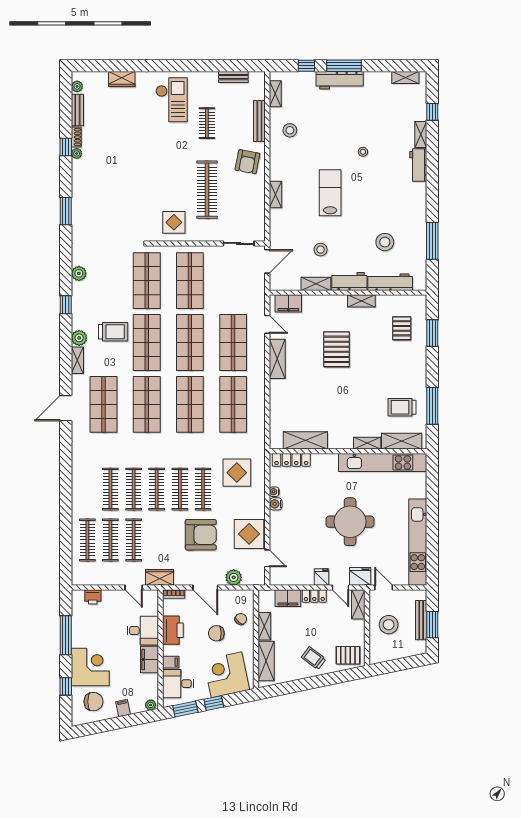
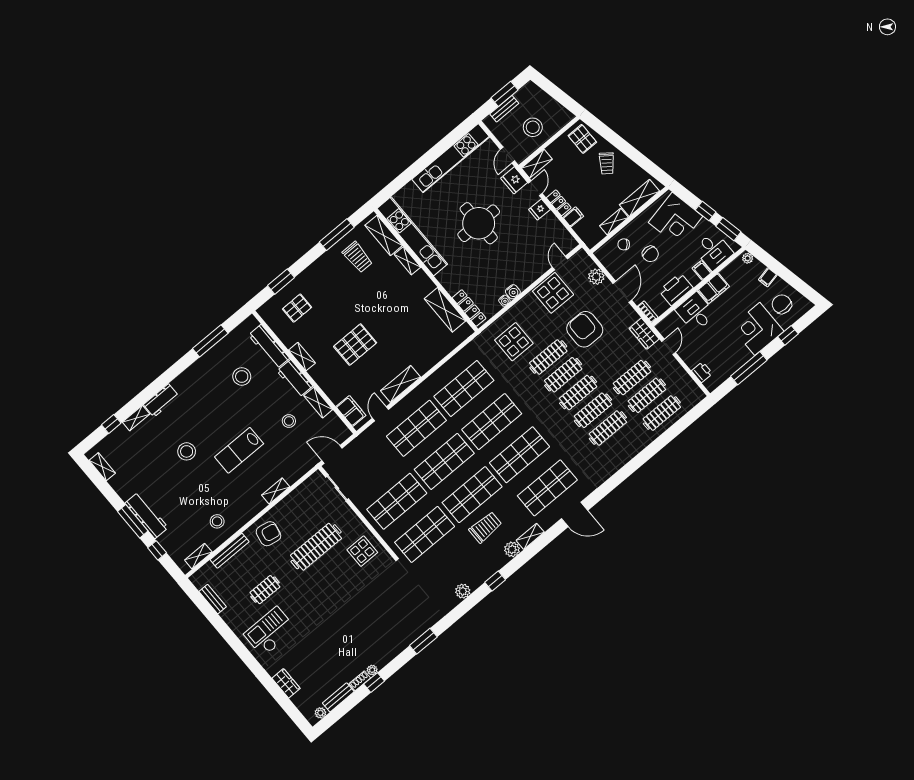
stool: (363, 152) -> (187, 451), width x1.89, depth x1.89
trolley: (113, 332) -> (485, 527), turned 90
filing cabinet: (288, 598) -> (573, 217), width x0.50
bench: (421, 620) -> (504, 109), width x0.73

